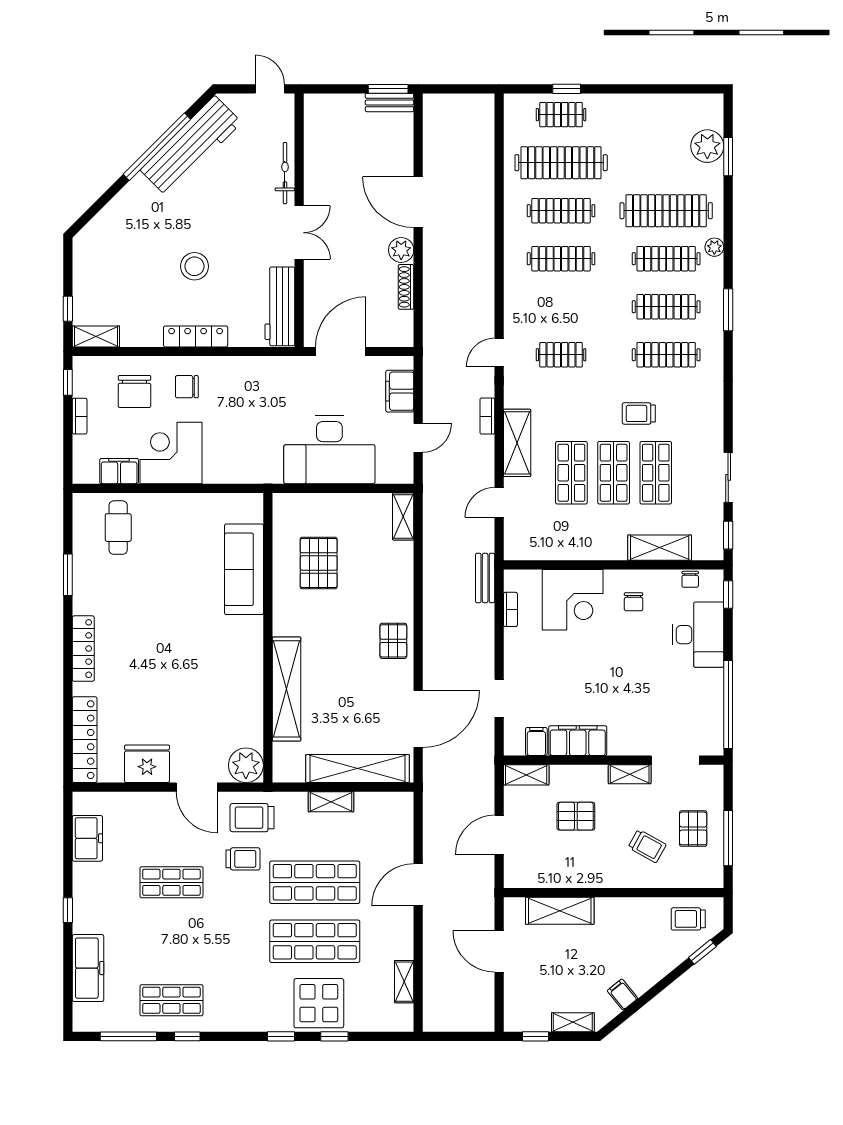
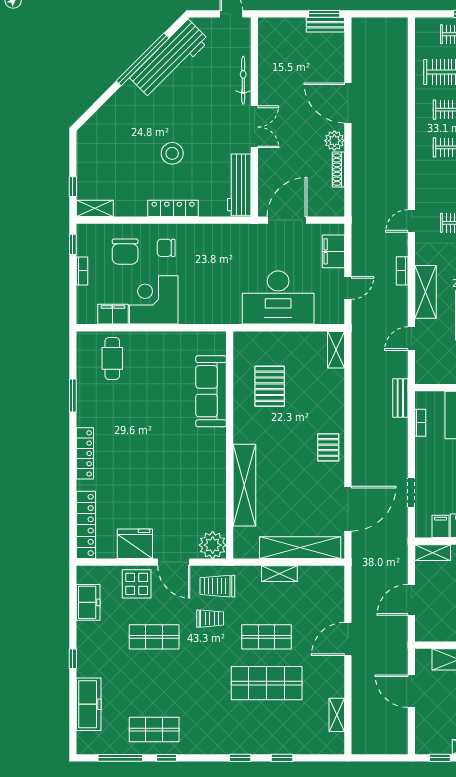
shop shelf: (315, 882) -> (267, 637), width x0.70, depth x0.74
display table: (319, 1003) -> (137, 584), moved, width x0.73, depth x0.73

